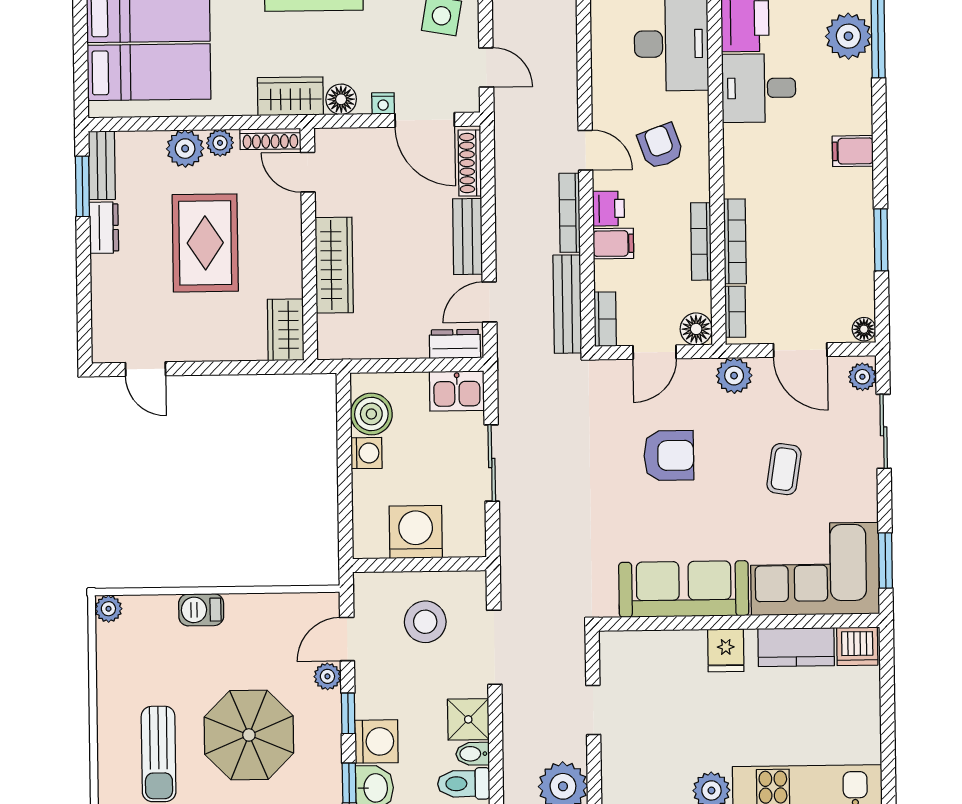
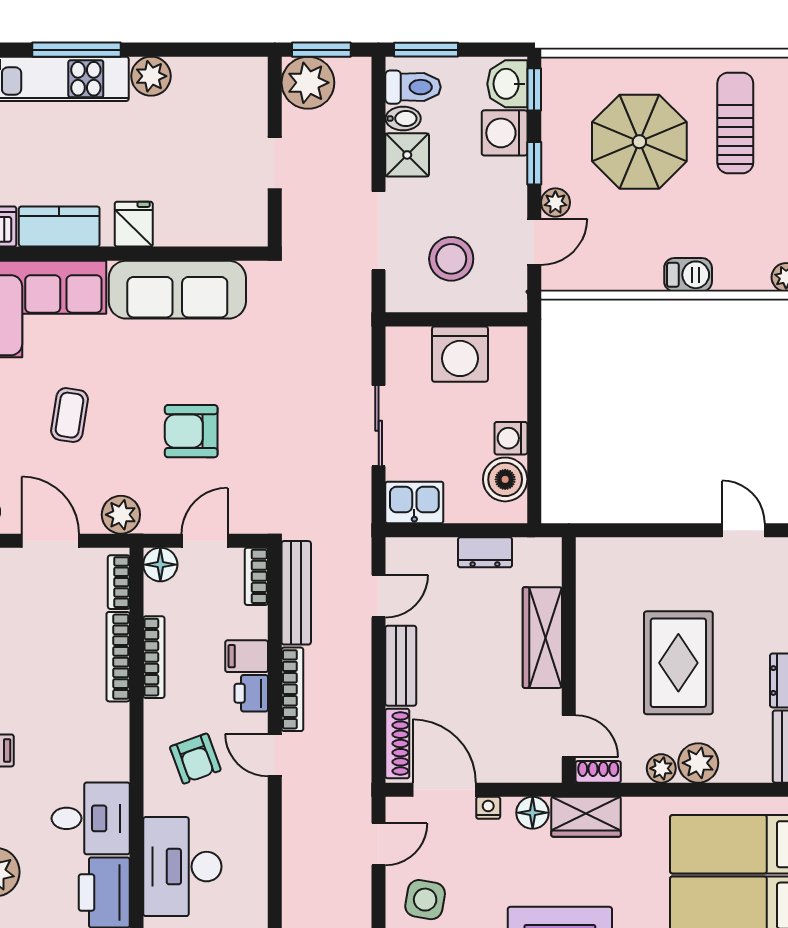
door: (486, 68) -> (379, 844), swing flipped
shoe rack: (270, 139) -> (598, 772), width x0.70
wardrobe: (286, 330) -> (595, 570), removed
dresser: (455, 344) -> (485, 552), moved

